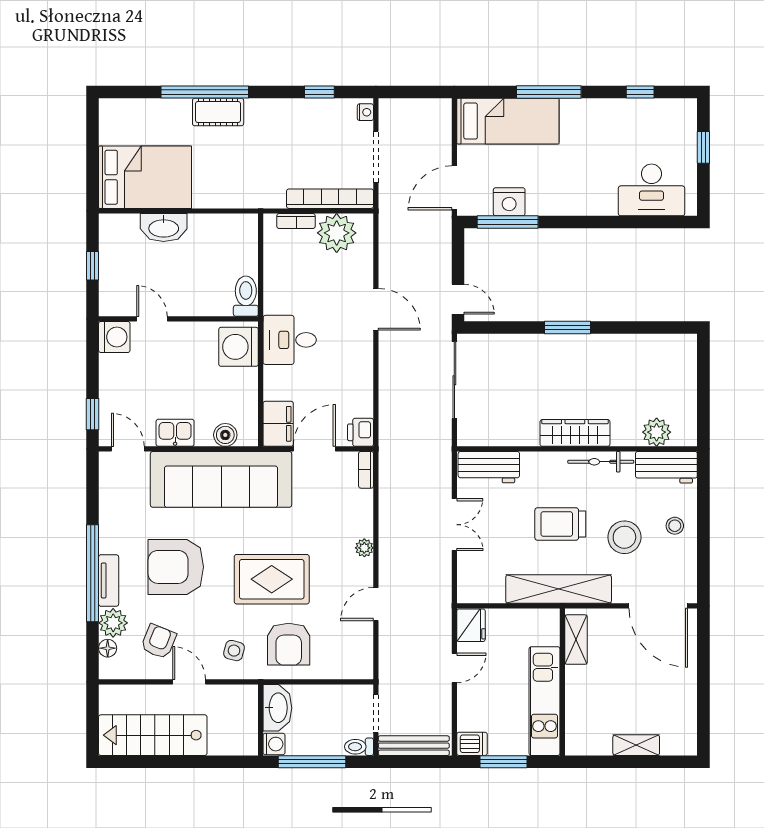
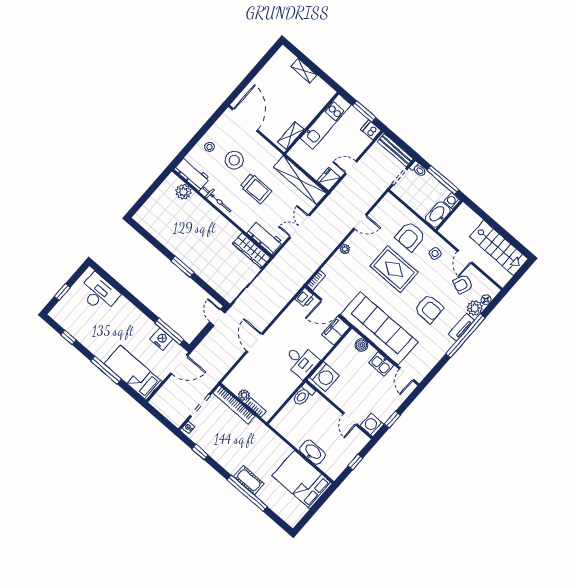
plant: (337, 233) -> (244, 395), width x0.53, depth x0.53
window: (93, 414) -> (392, 420), moved
wardrobe: (575, 433) -> (251, 250), moved
armchair: (176, 567) -> (429, 309), width x0.73, depth x0.73
shelving: (559, 589) -> (300, 180), moved
armchair: (289, 644) -> (410, 237), turned 180

